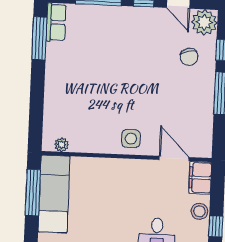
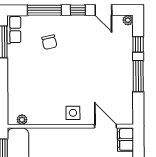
plant: (204, 22) -> (128, 20), width x0.53, depth x0.53
chair: (189, 57) -> (49, 42), moved

